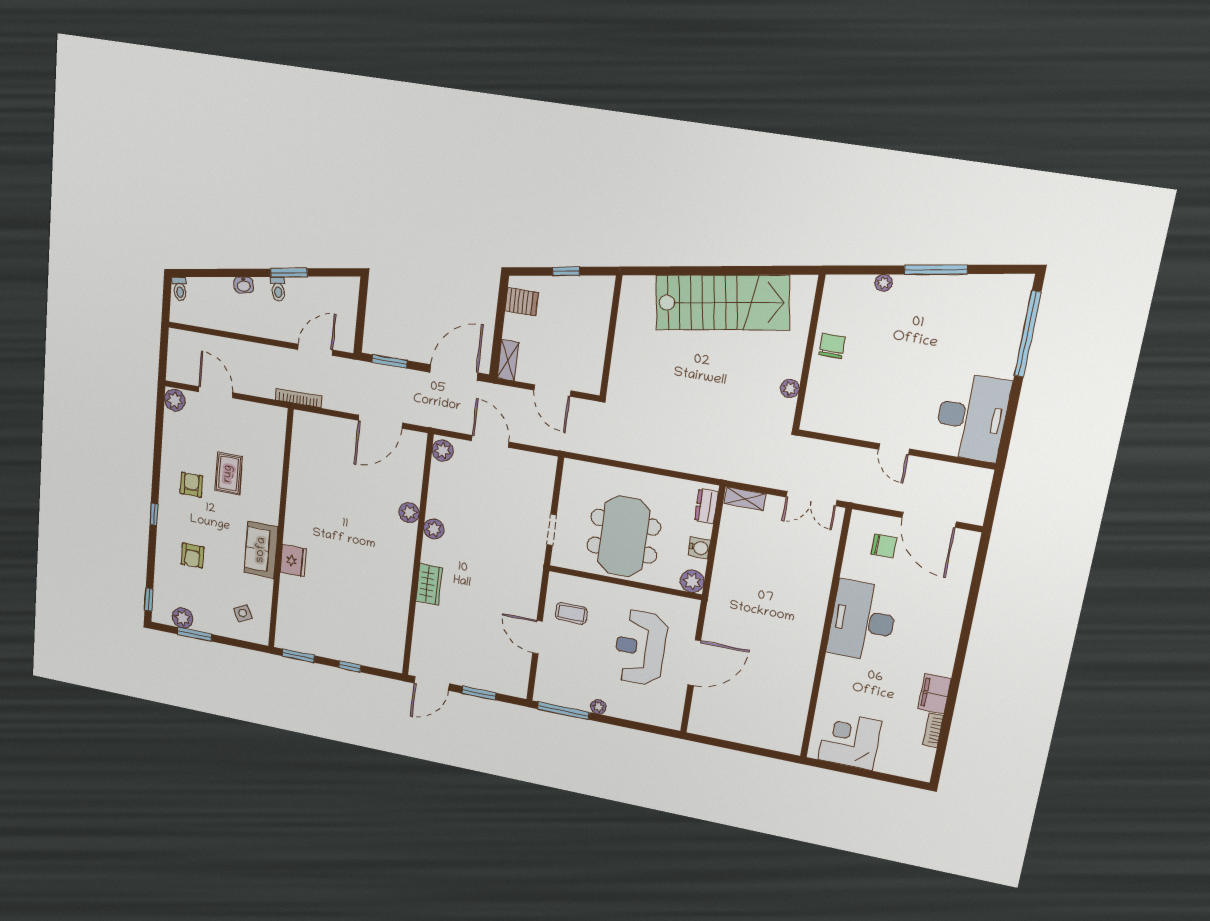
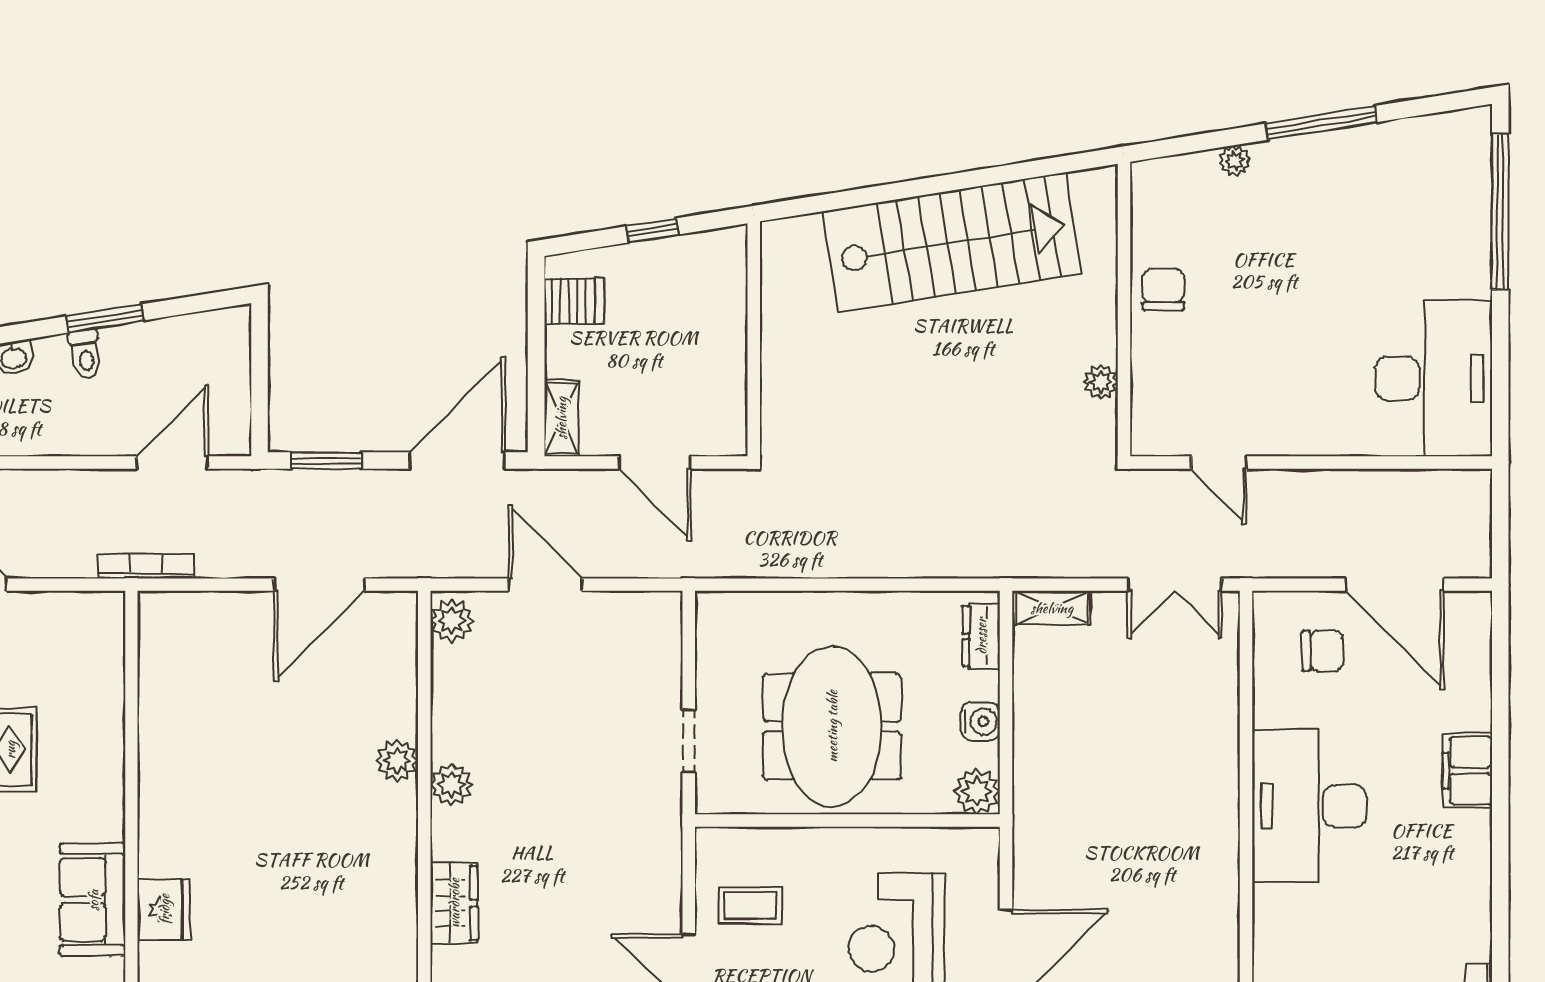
door: (894, 449) -> (1219, 463), moved
filing cabinet: (935, 694) -> (1467, 771), moved

